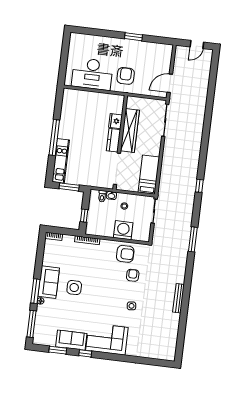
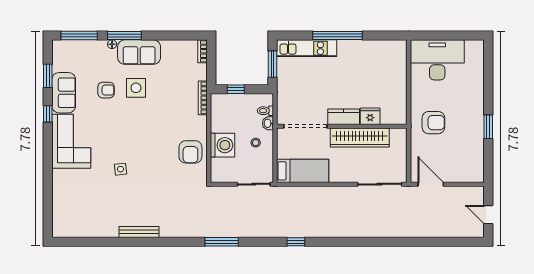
desk: (92, 74) -> (437, 60), moved, turned 90
armchair: (133, 275) -> (106, 90), moved

